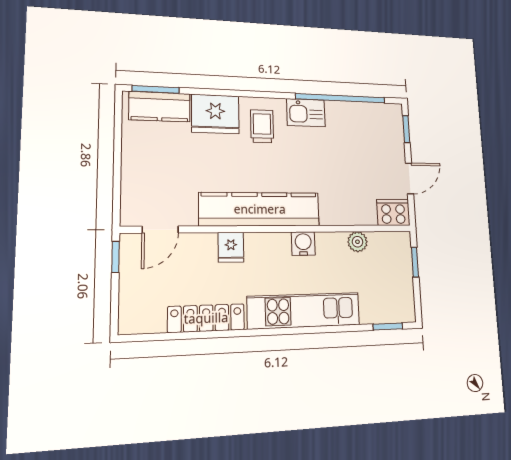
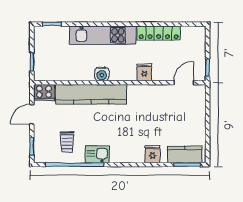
fridge: (215, 114) -> (153, 154), width x0.53, depth x0.75
trolley: (262, 126) -> (67, 142), moved
kitchen counter: (260, 209) -> (91, 94), moved
plant: (357, 242) -> (68, 75), removed

